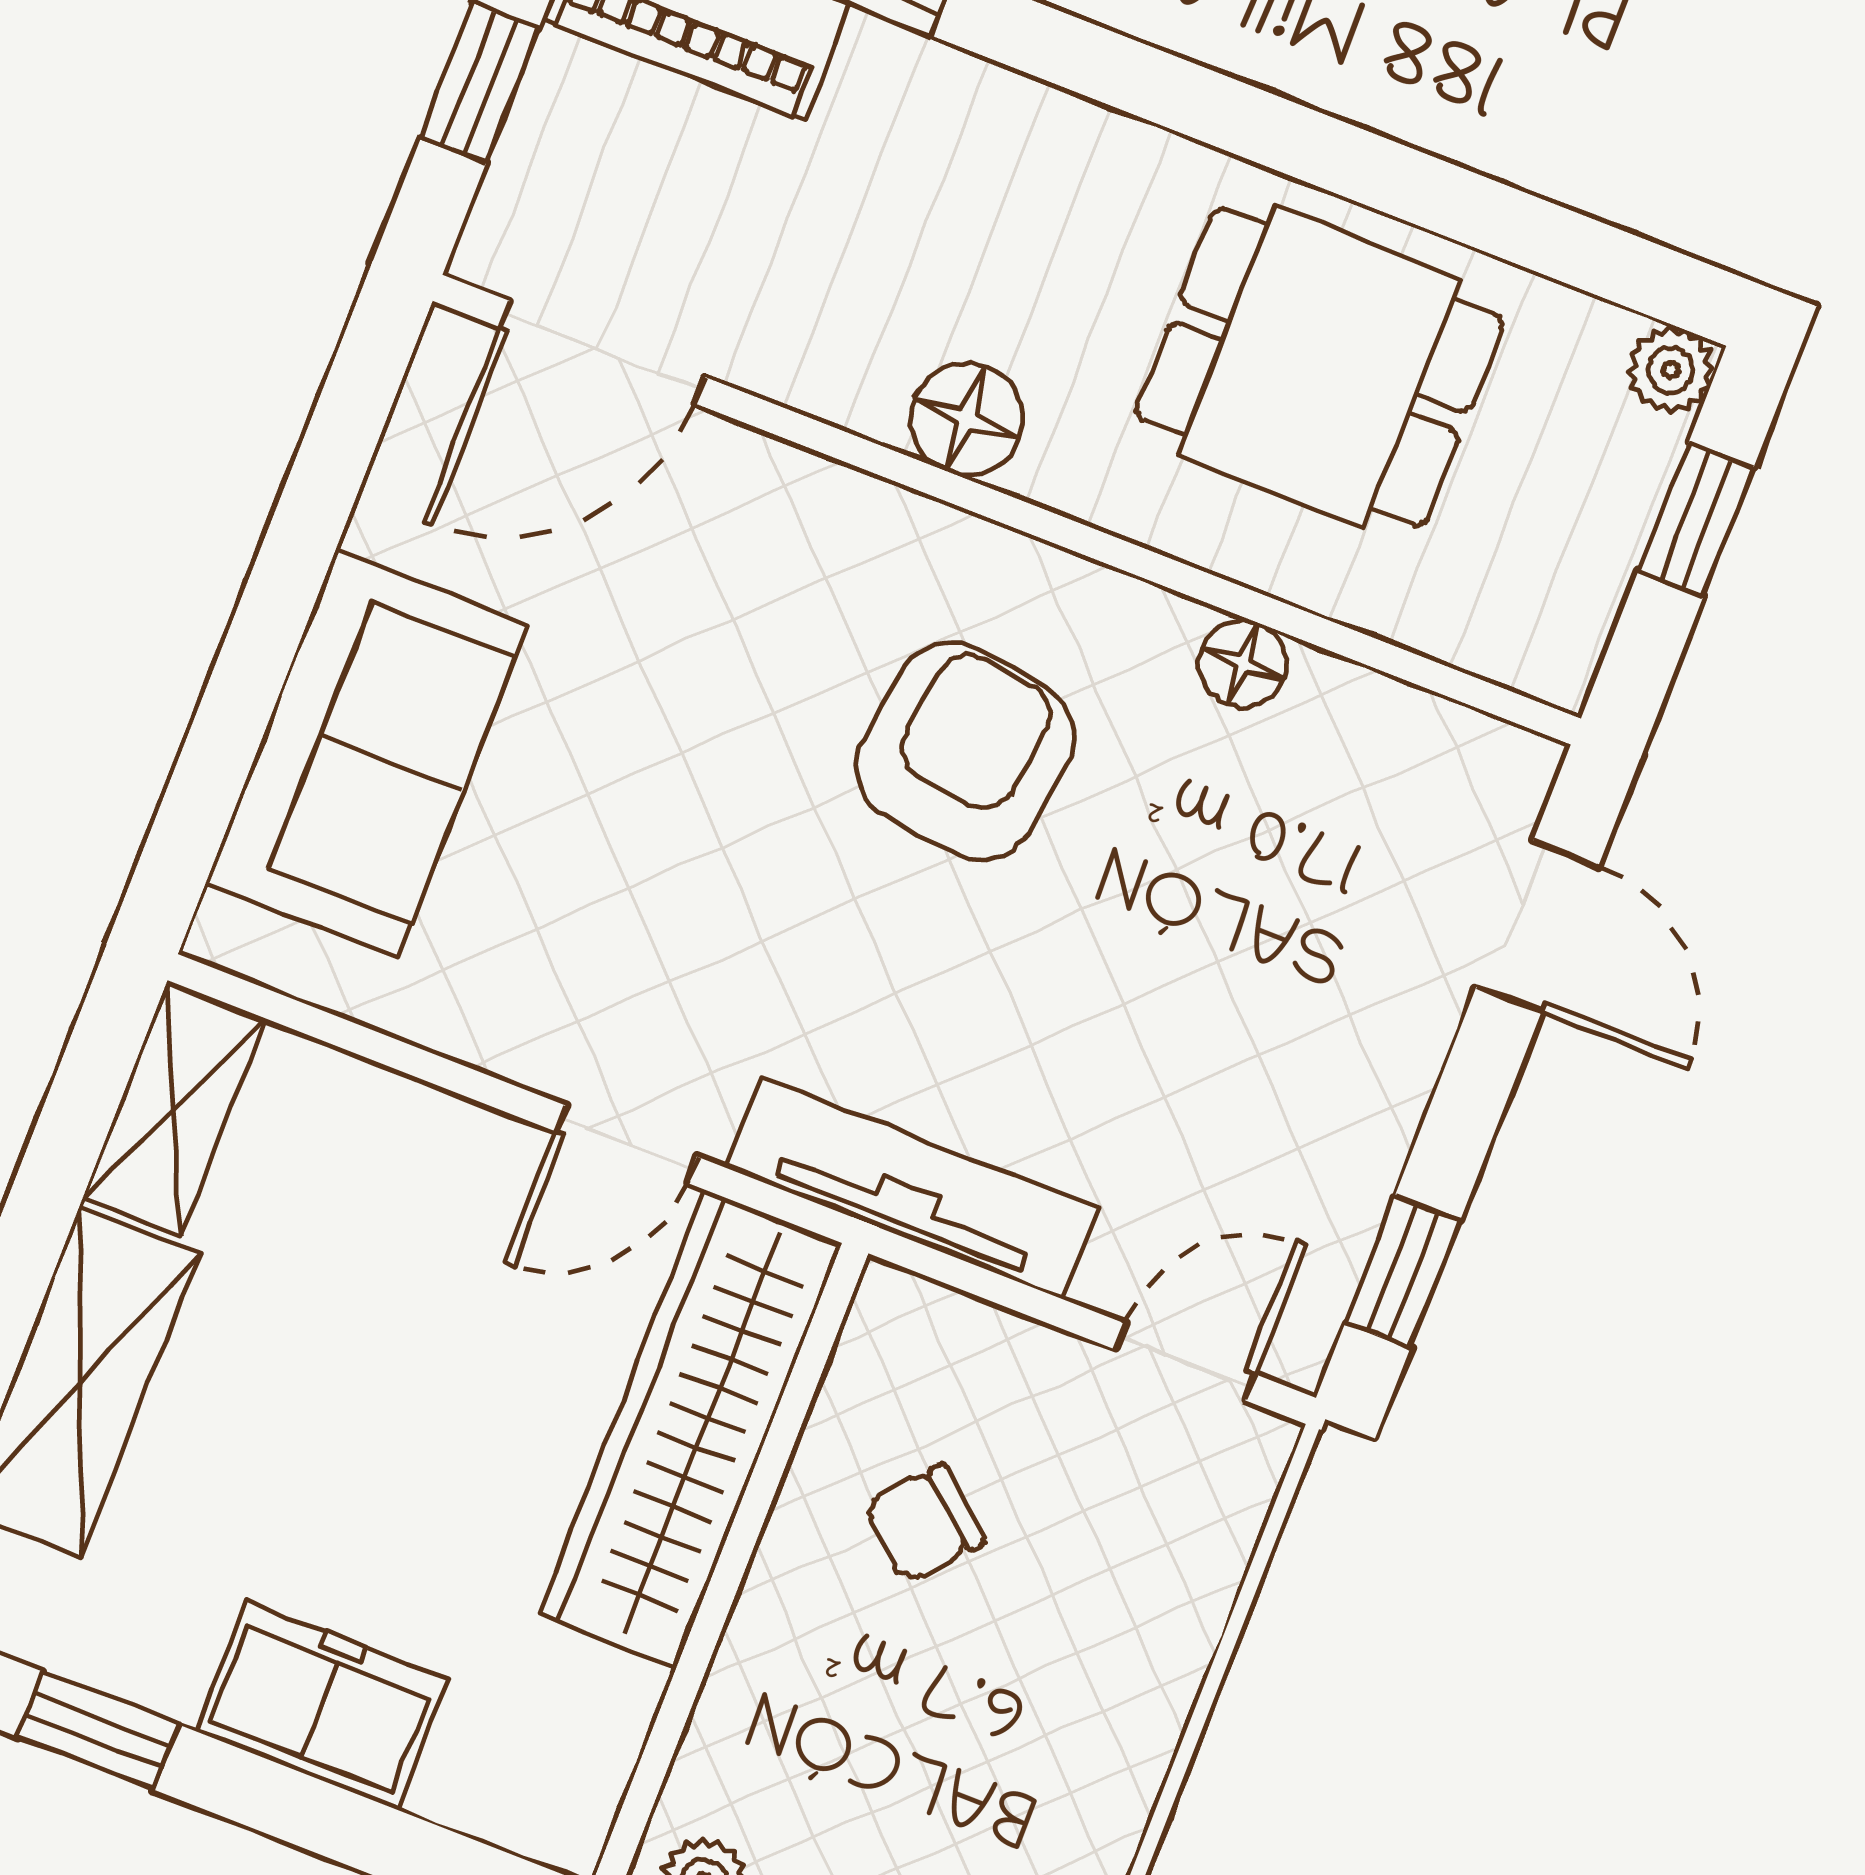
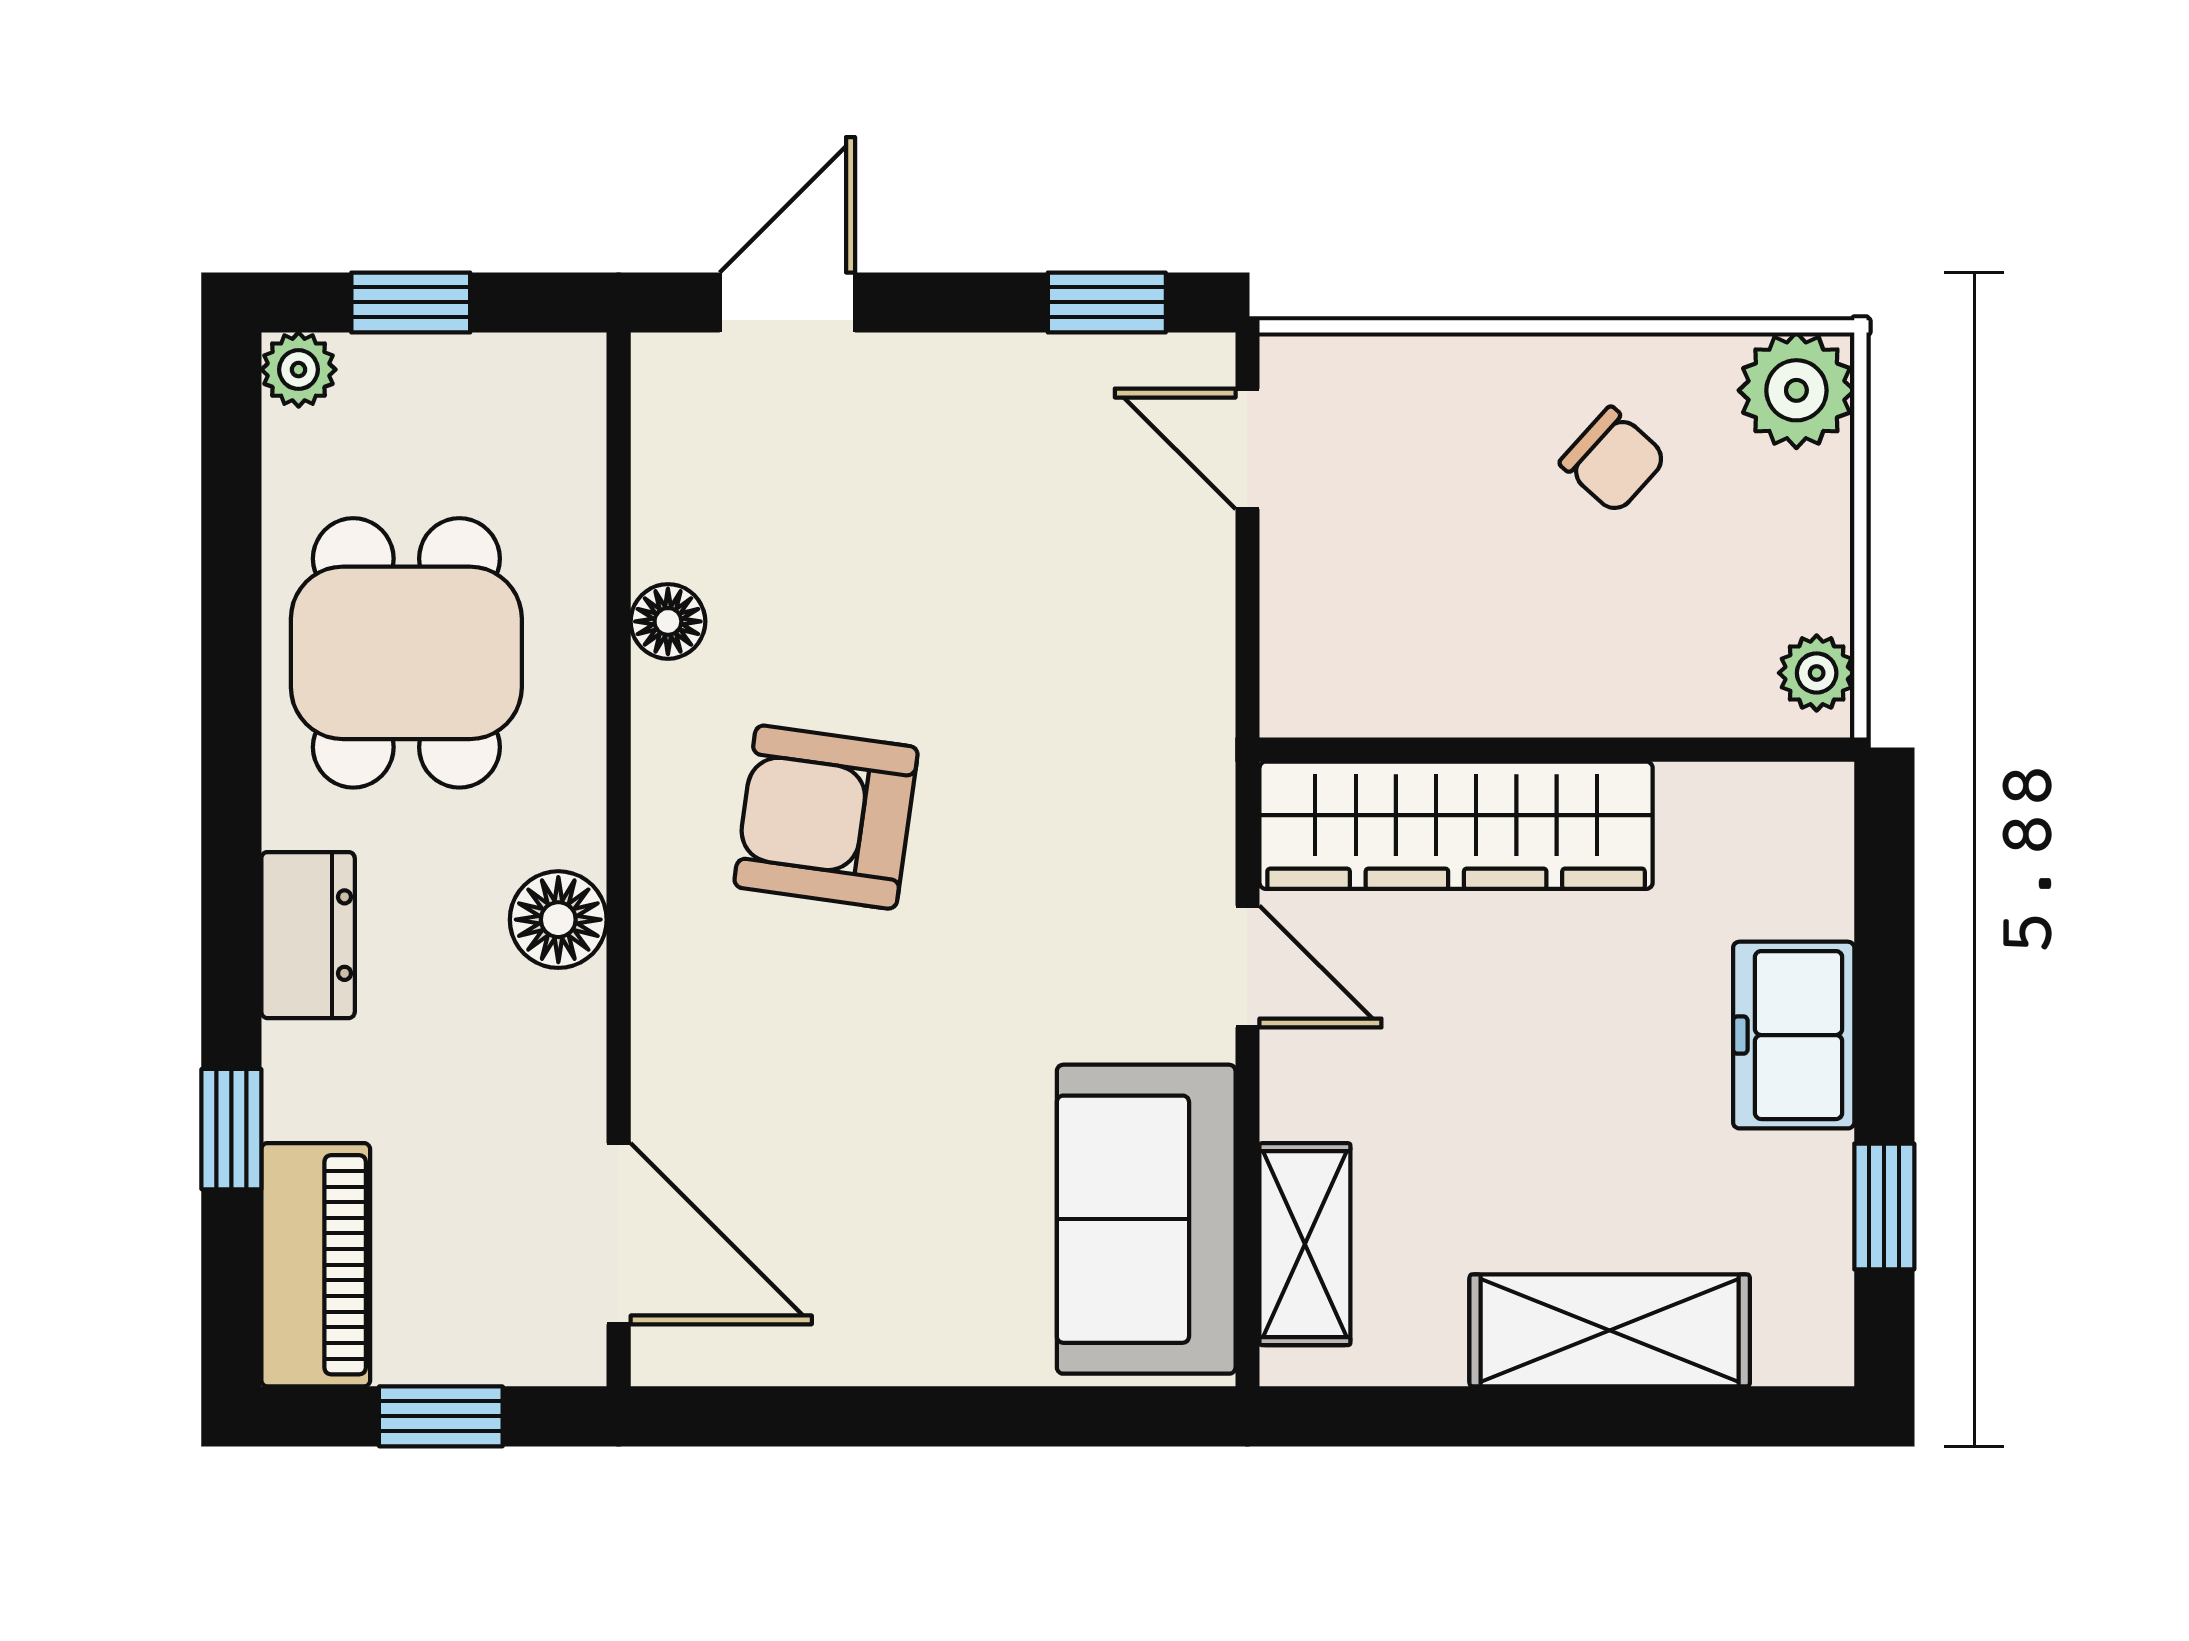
dresser: (1056, 142) -> (308, 935), added
sofa: (367, 753) -> (1146, 1219), moved, turned -90
shelving: (174, 1108) -> (1305, 1244), moved, turned 90
tv unit: (912, 1188) -> (1193, 723), removed
chair: (924, 1523) -> (1613, 460), moved

